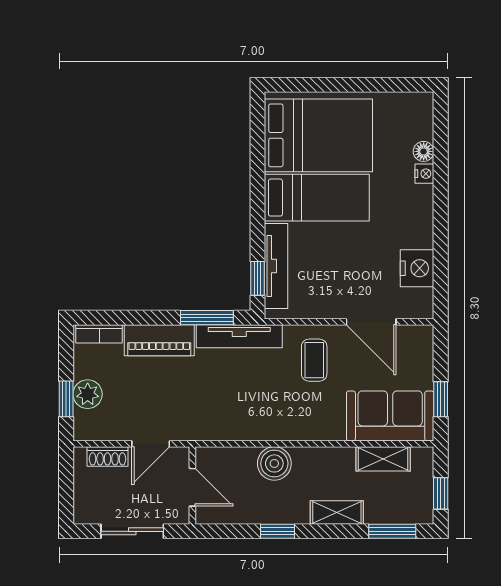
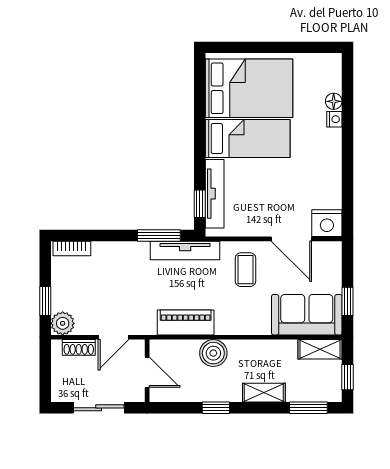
nightstand: (417, 268) -> (327, 223), moved, turned 90
piano: (159, 340) -> (186, 322), moved, turned 180
plant: (88, 394) -> (63, 323), moved
shelving: (383, 459) -> (320, 349), moved

